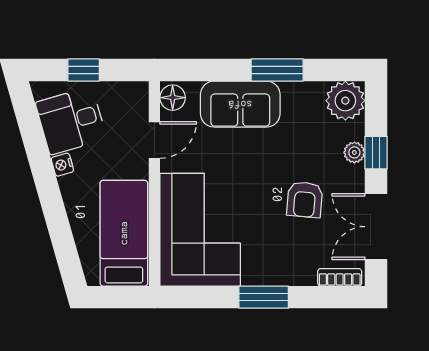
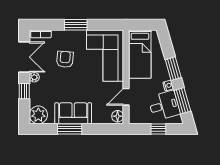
sofa: (240, 104) -> (73, 113), moved
window: (32, 132) -> (182, 101), added
plant: (354, 152) -> (34, 77), moved
armchair: (305, 200) -> (65, 59), moved
window: (52, 201) -> (173, 69), added

